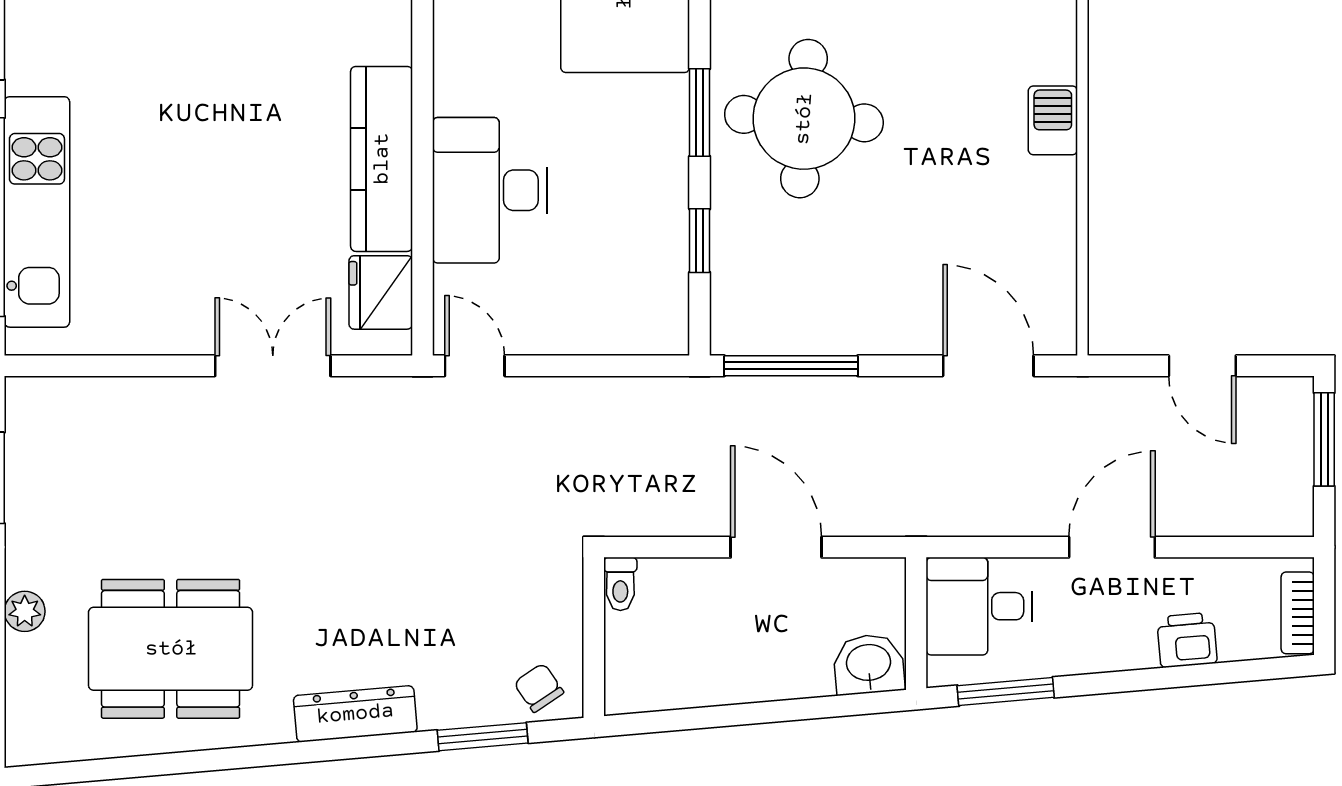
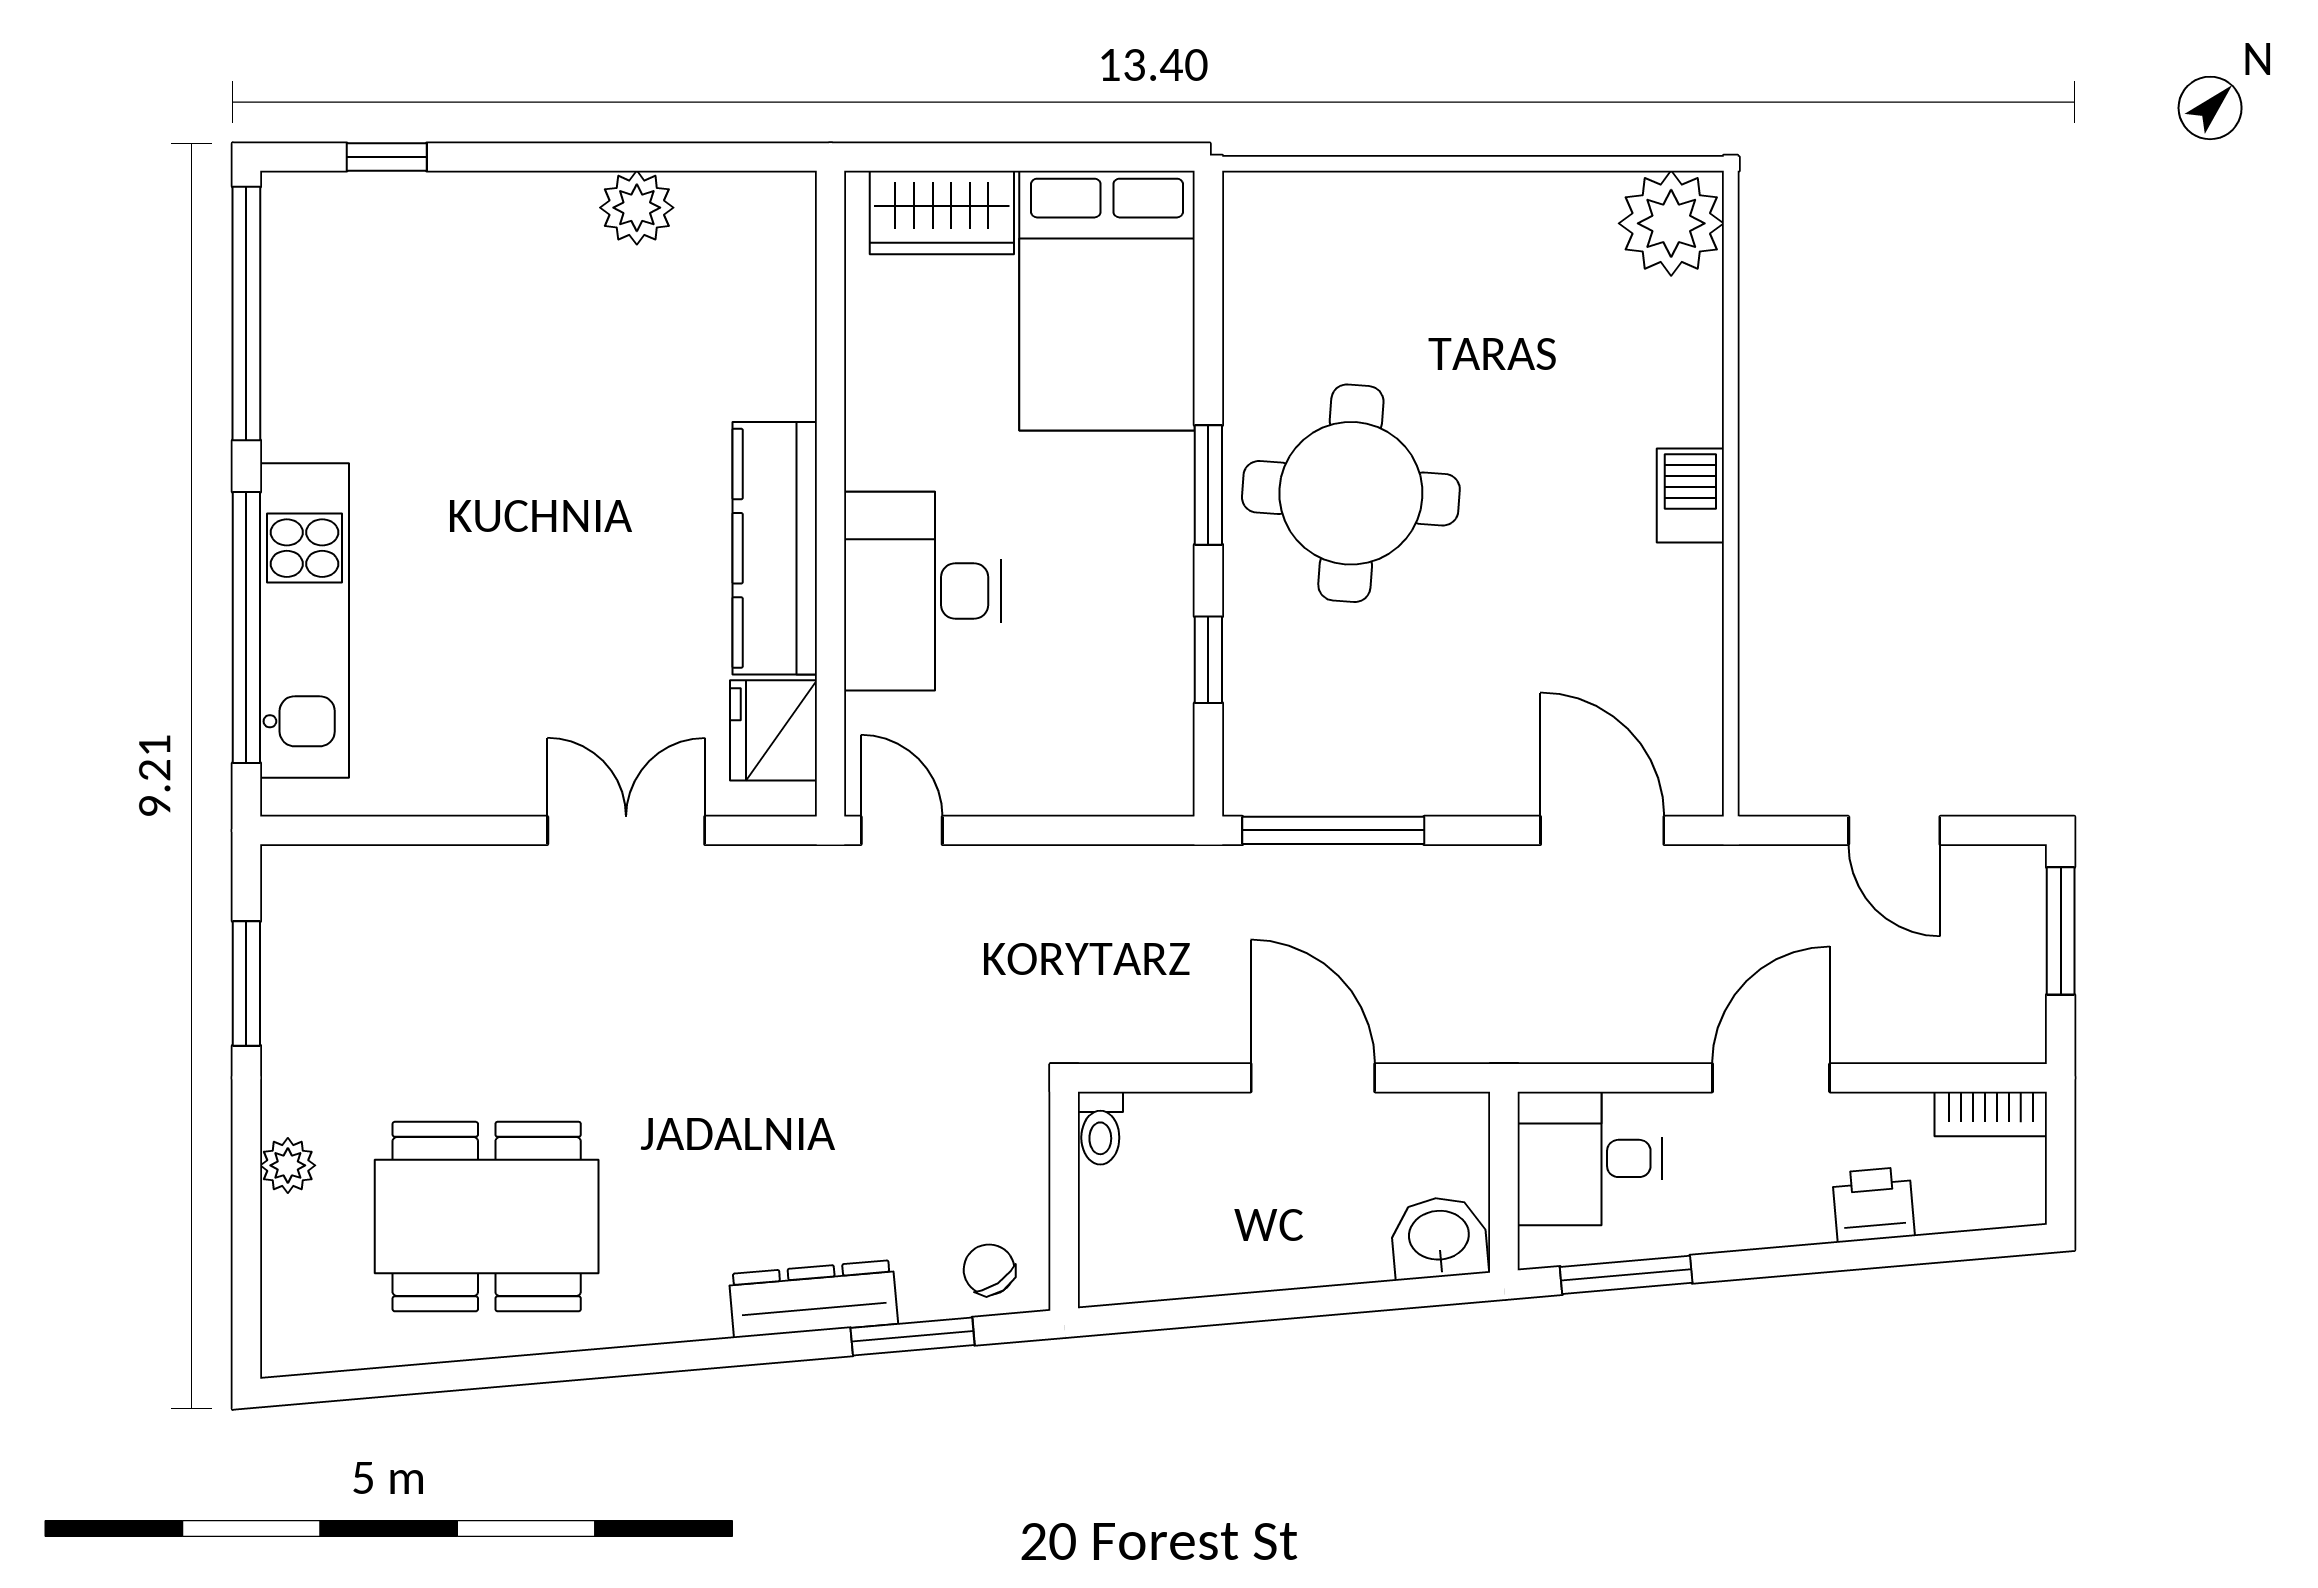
bookcase: (1298, 613) -> (1991, 1114), moved, turned -90
dresser: (355, 714) -> (813, 1299), moved

